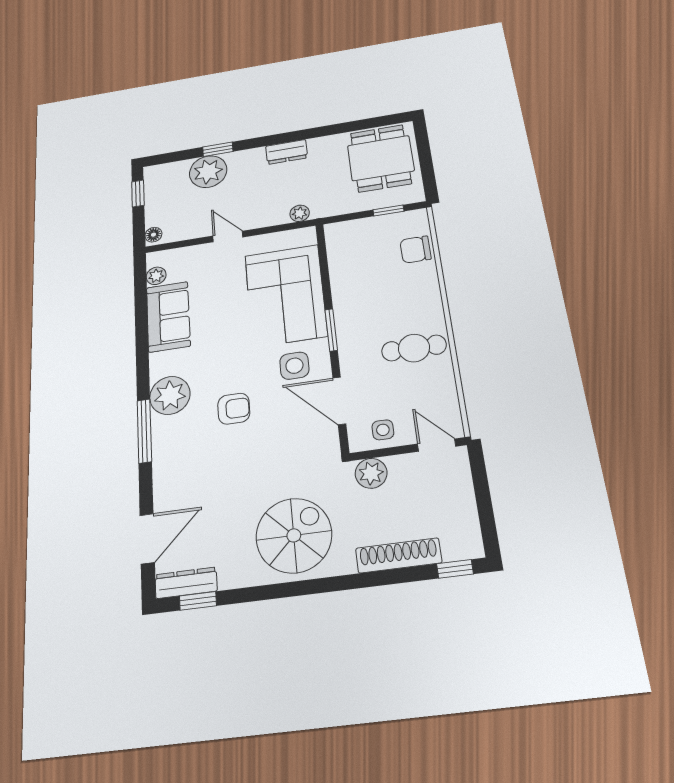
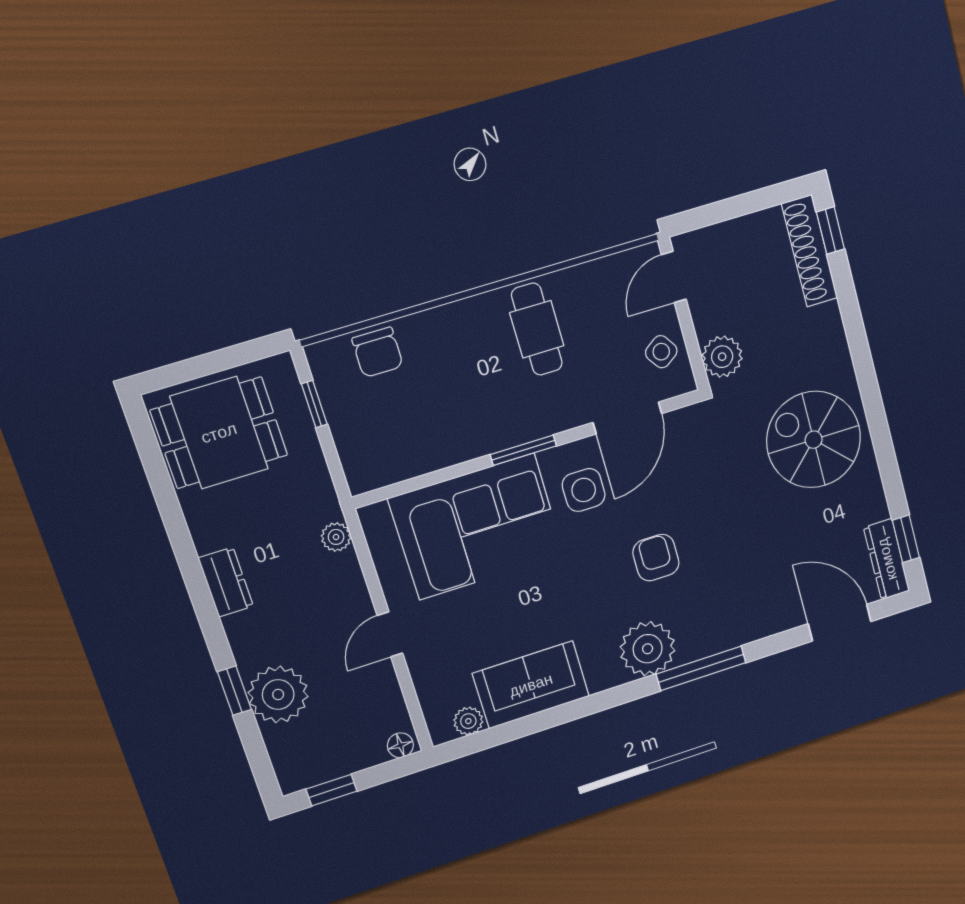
side table: (383, 430) -> (661, 352), turned -35
shoe rack: (399, 556) -> (810, 251), moved

